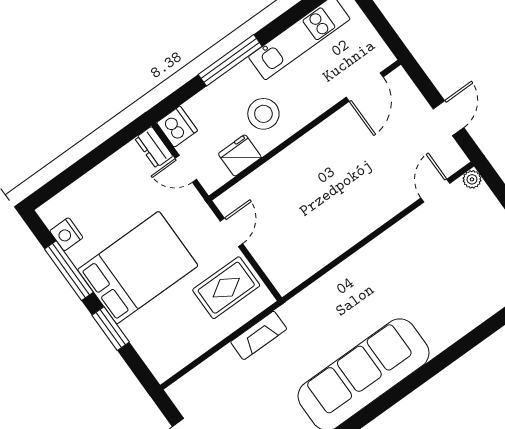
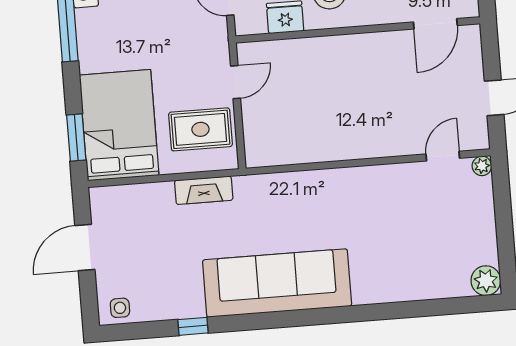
bed: (138, 268) -> (119, 125), moved, turned -90
window: (111, 329) -> (76, 138), moved

